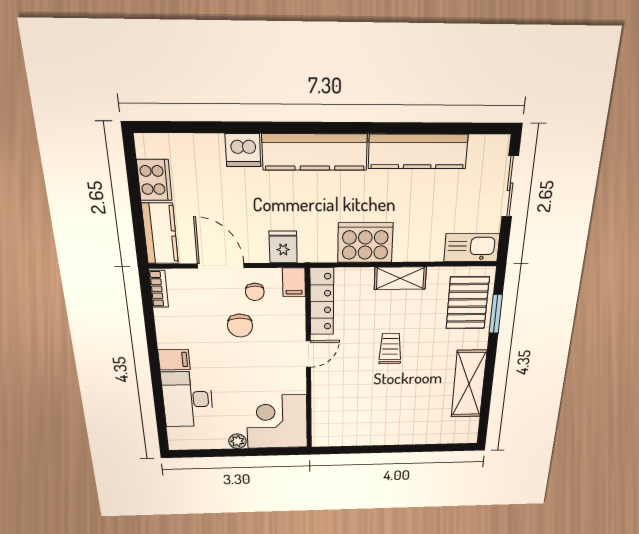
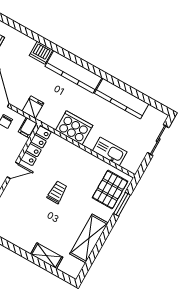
kitchen sink: (472, 247) -> (110, 151), moved
shelving: (400, 278) -> (47, 256), moved

